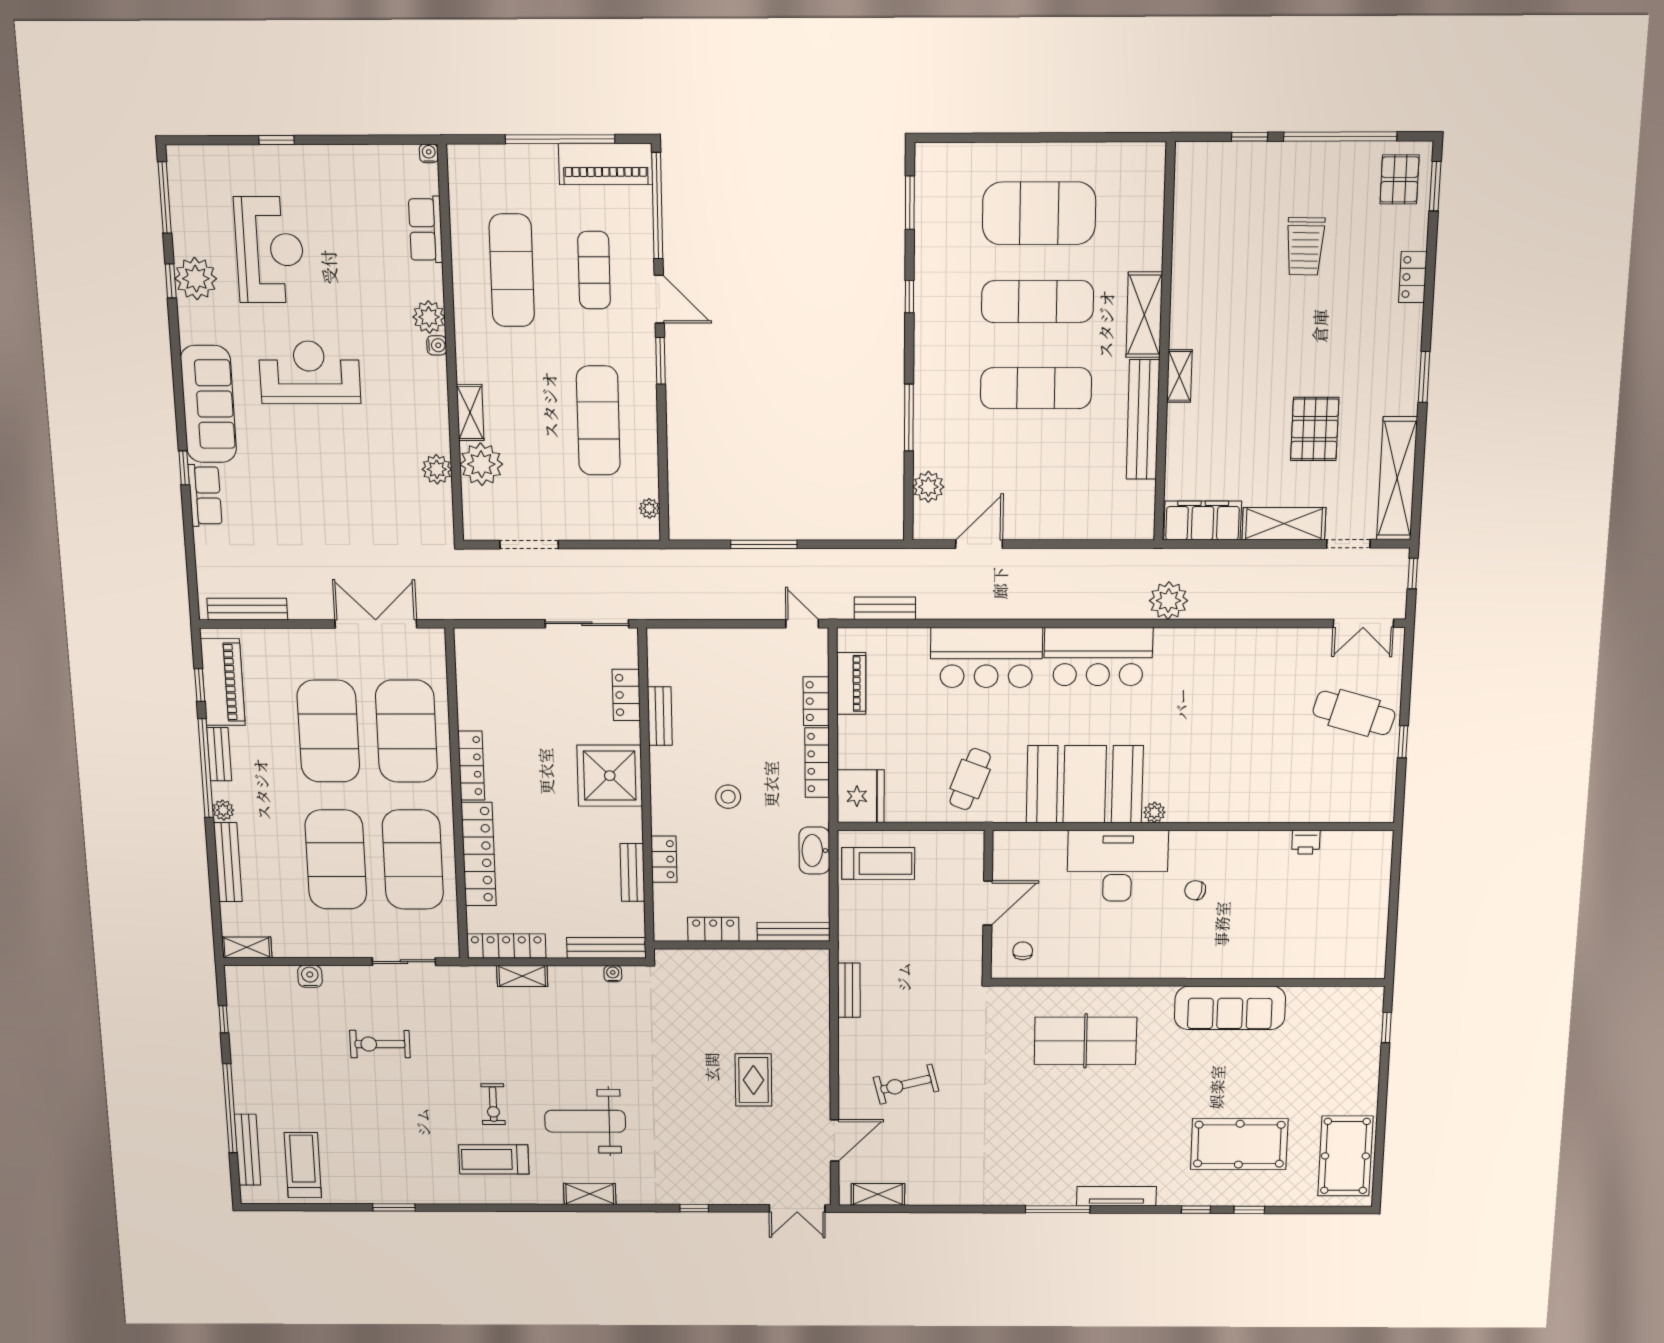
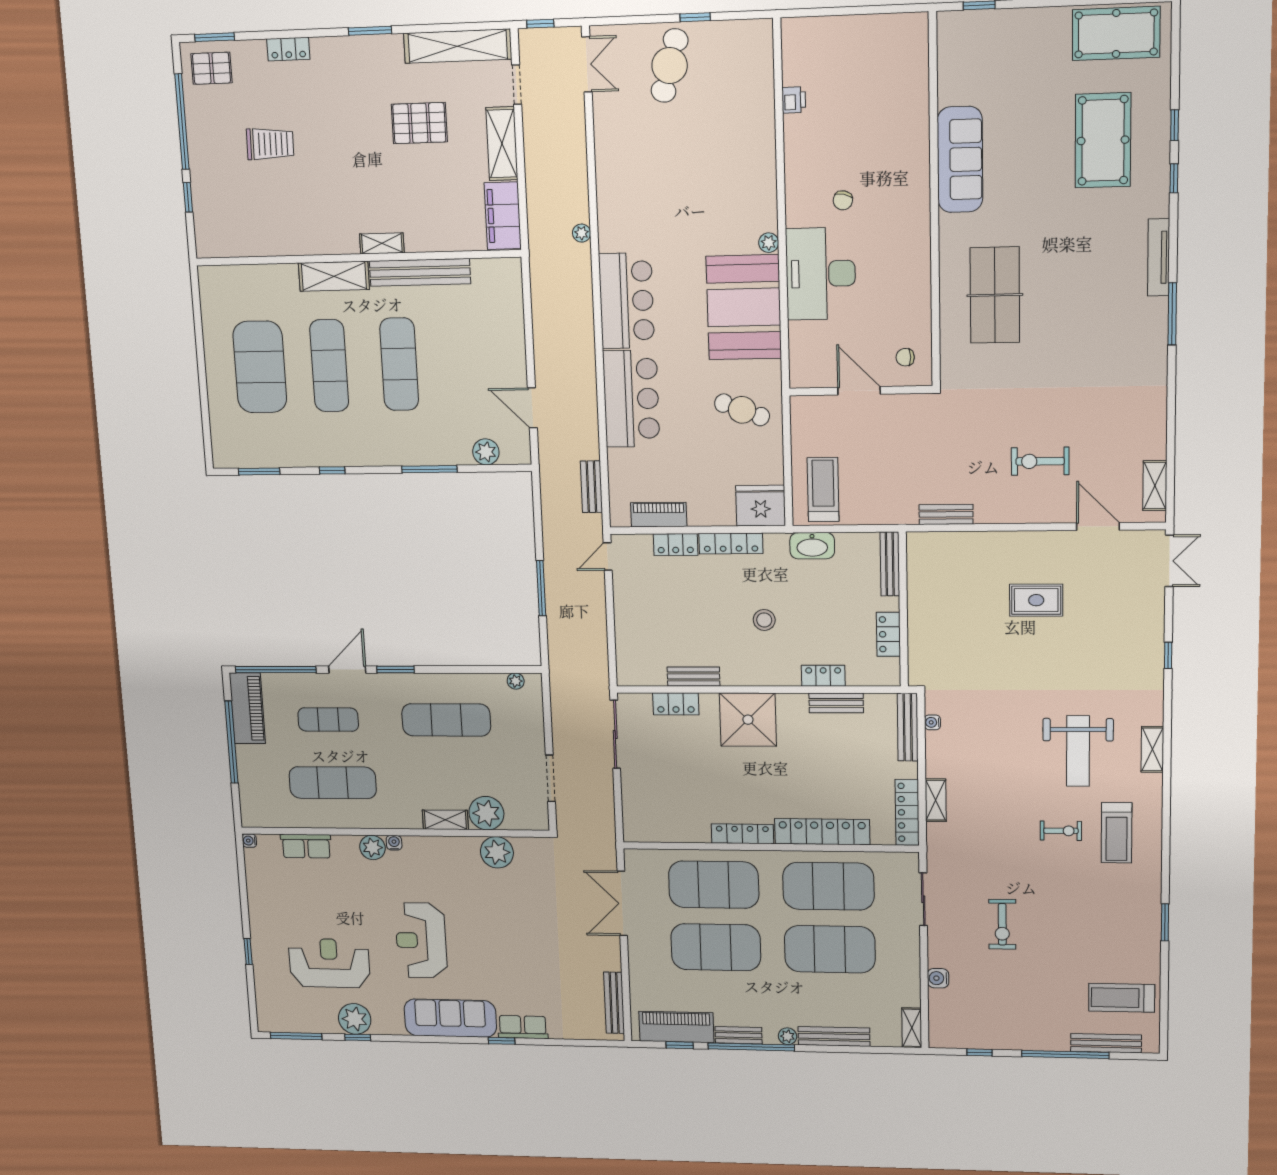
plant: (437, 469) -> (497, 852), width x1.36, depth x1.36
plant: (1169, 601) -> (582, 233), width x0.53, depth x0.53
exercise bike: (906, 1084) -> (1040, 461), turned 104

